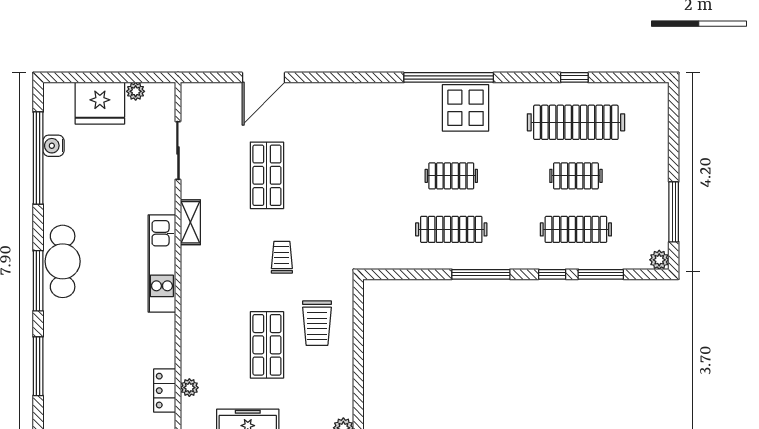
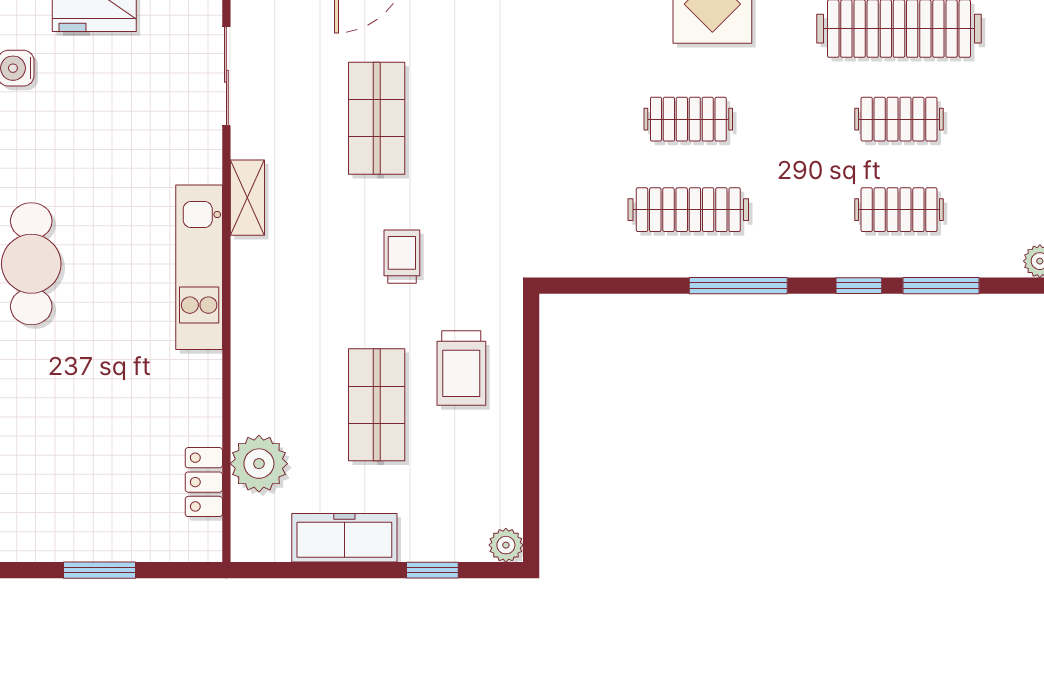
clothes rail: (576, 229) -> (899, 210), width x0.73
plant: (189, 388) -> (259, 464), width x1.87, depth x1.87

